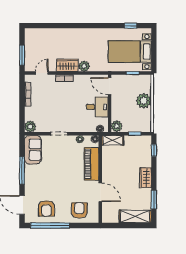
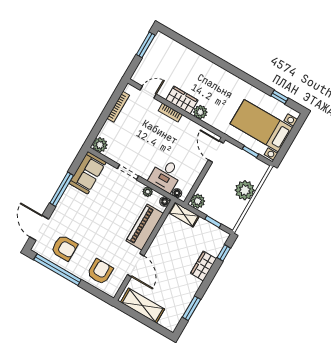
window: (22, 55) -> (146, 45), moved
desk: (97, 107) -> (166, 175), moved, turned 90
wardrobe: (145, 178) -> (203, 266), moved
armchair: (46, 208) -> (64, 248), turned -90
shelving: (135, 216) -> (143, 306), moved

